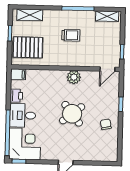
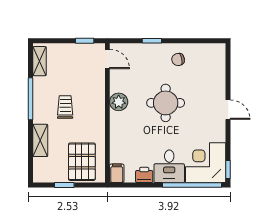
shelving: (30, 15) -> (40, 140), moved
round table: (72, 114) -> (166, 103), turned 38

